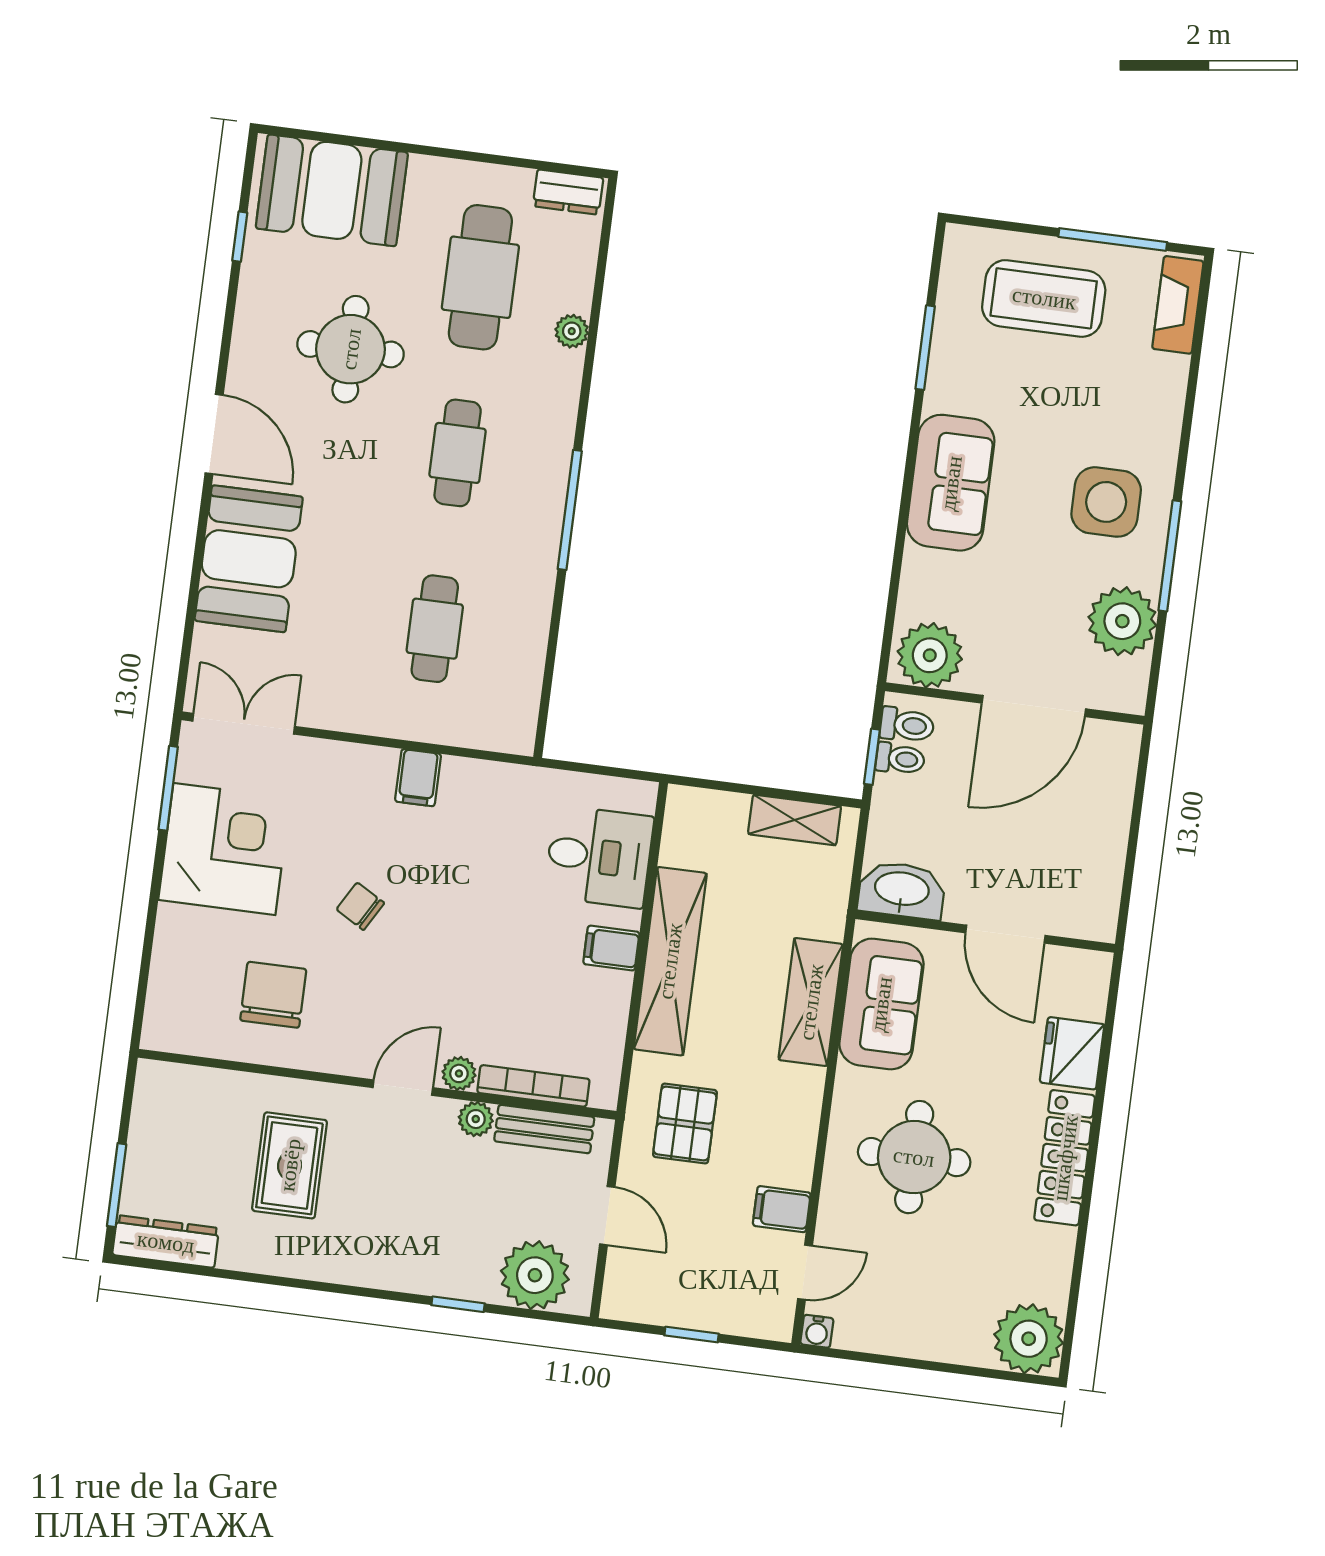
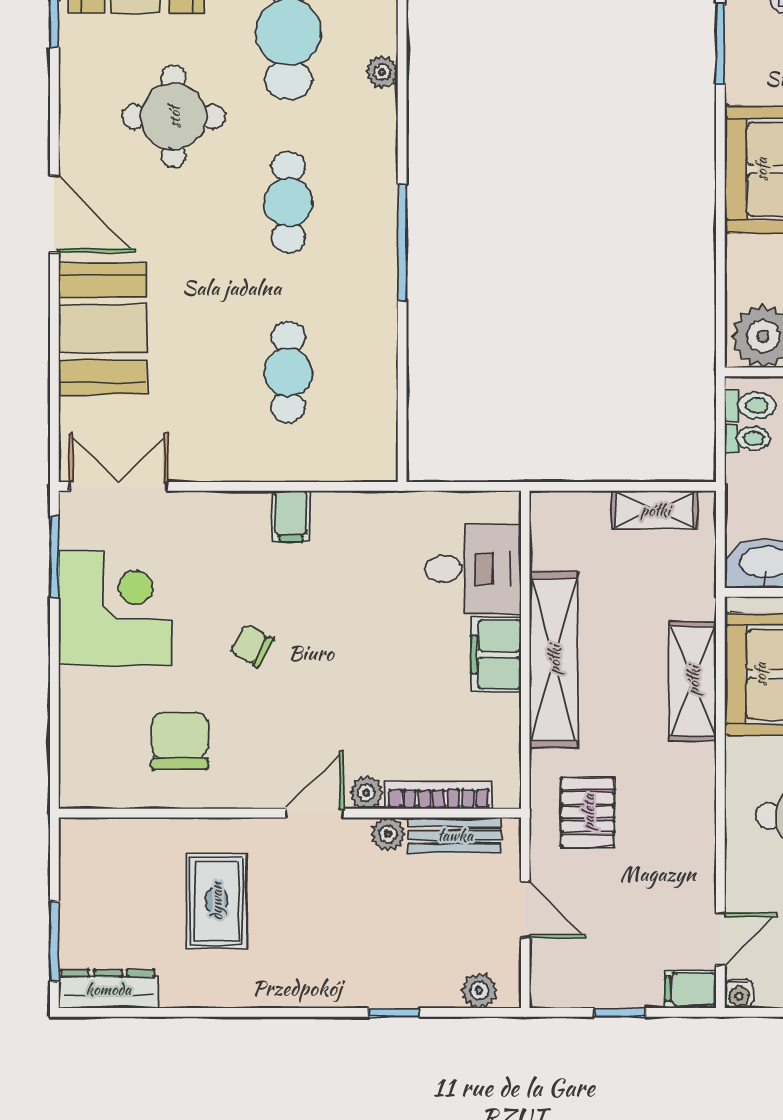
window: (872, 757) -> (720, 440), removed
filing cabinet: (611, 948) -> (496, 654), width x2.00
filing cabinet: (782, 1209) -> (690, 989), moved
plant: (535, 1275) -> (479, 991), width x0.53, depth x0.53

